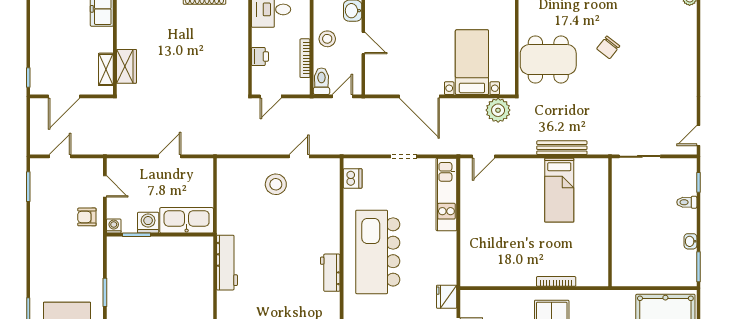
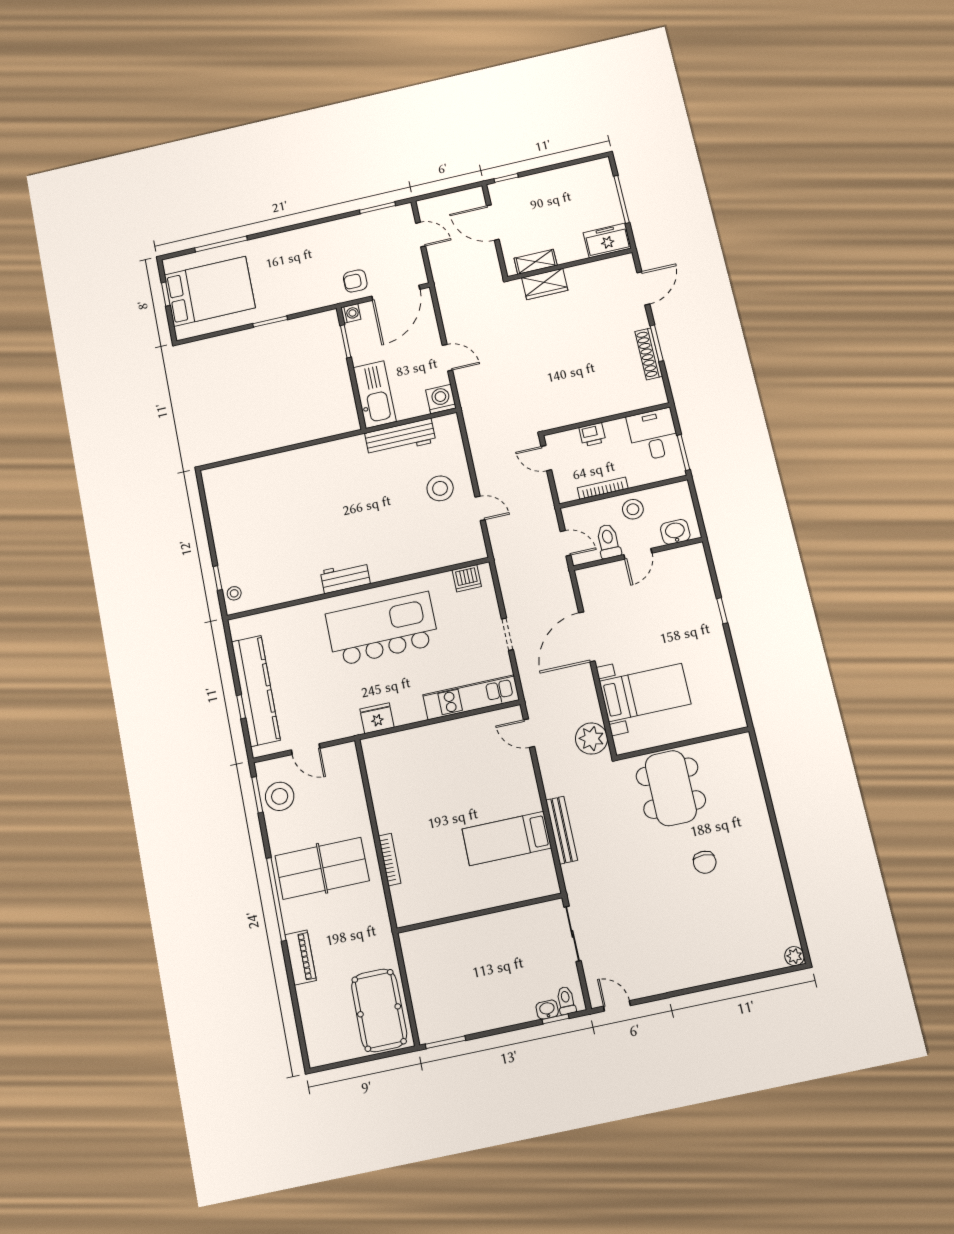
chair: (608, 47) -> (705, 862), turned -128
toilet: (321, 81) -> (608, 541), moved, turned -90
door: (105, 186) -> (396, 293), width x1.88
toilet: (687, 202) -> (566, 1000), moved
armchair: (87, 217) -> (355, 281), turned -90
washing machine: (148, 223) -> (441, 399), moved, turned -90
washbasin: (690, 241) -> (547, 1010), moved
workbench: (227, 263) -> (400, 437), moved
fridge: (447, 297) -> (377, 718), moved

